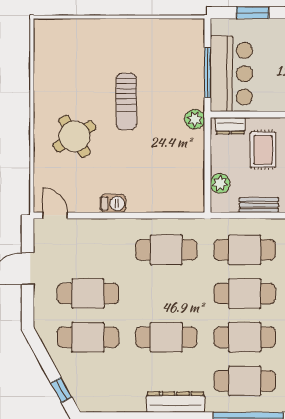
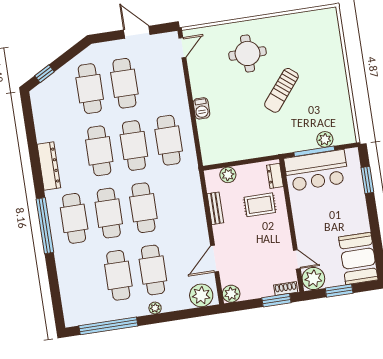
sun lounger: (126, 102) -> (281, 90), turned -51
plant: (195, 119) -> (325, 139), moved
round table: (74, 136) -> (248, 53), turned 32
barbecue: (113, 203) -> (201, 108), moved
cafe table: (245, 250) -> (134, 145), moved

